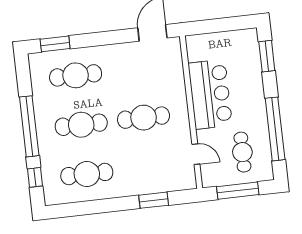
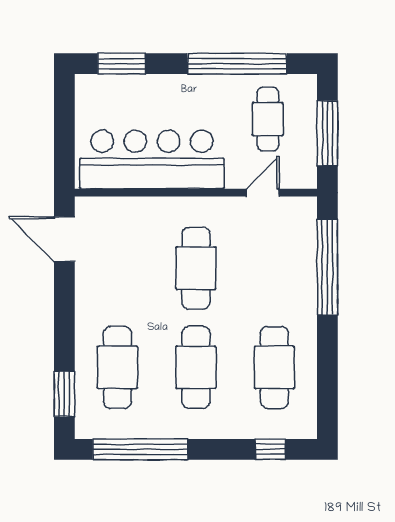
bar counter: (210, 94) -> (152, 159), width x1.36
window: (29, 126) -> (140, 449), moved
cafe table: (242, 152) -> (268, 119), turned 90
window: (154, 200) -> (327, 267), width x2.11

